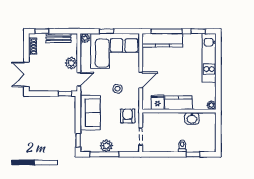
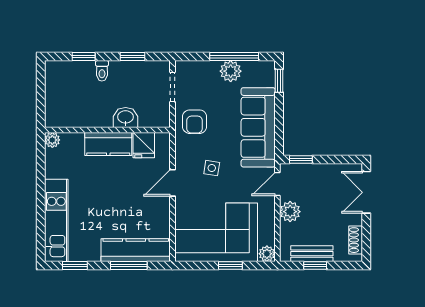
window: (42, 31) -> (315, 266), moved
window: (166, 31) -> (129, 266), width x0.69
double door: (26, 74) -> (366, 192), swing flipped
sofa: (90, 113) -> (258, 127), width x1.36
washbasin: (192, 118) -> (126, 117), moved
window: (164, 154) -> (133, 57), added

